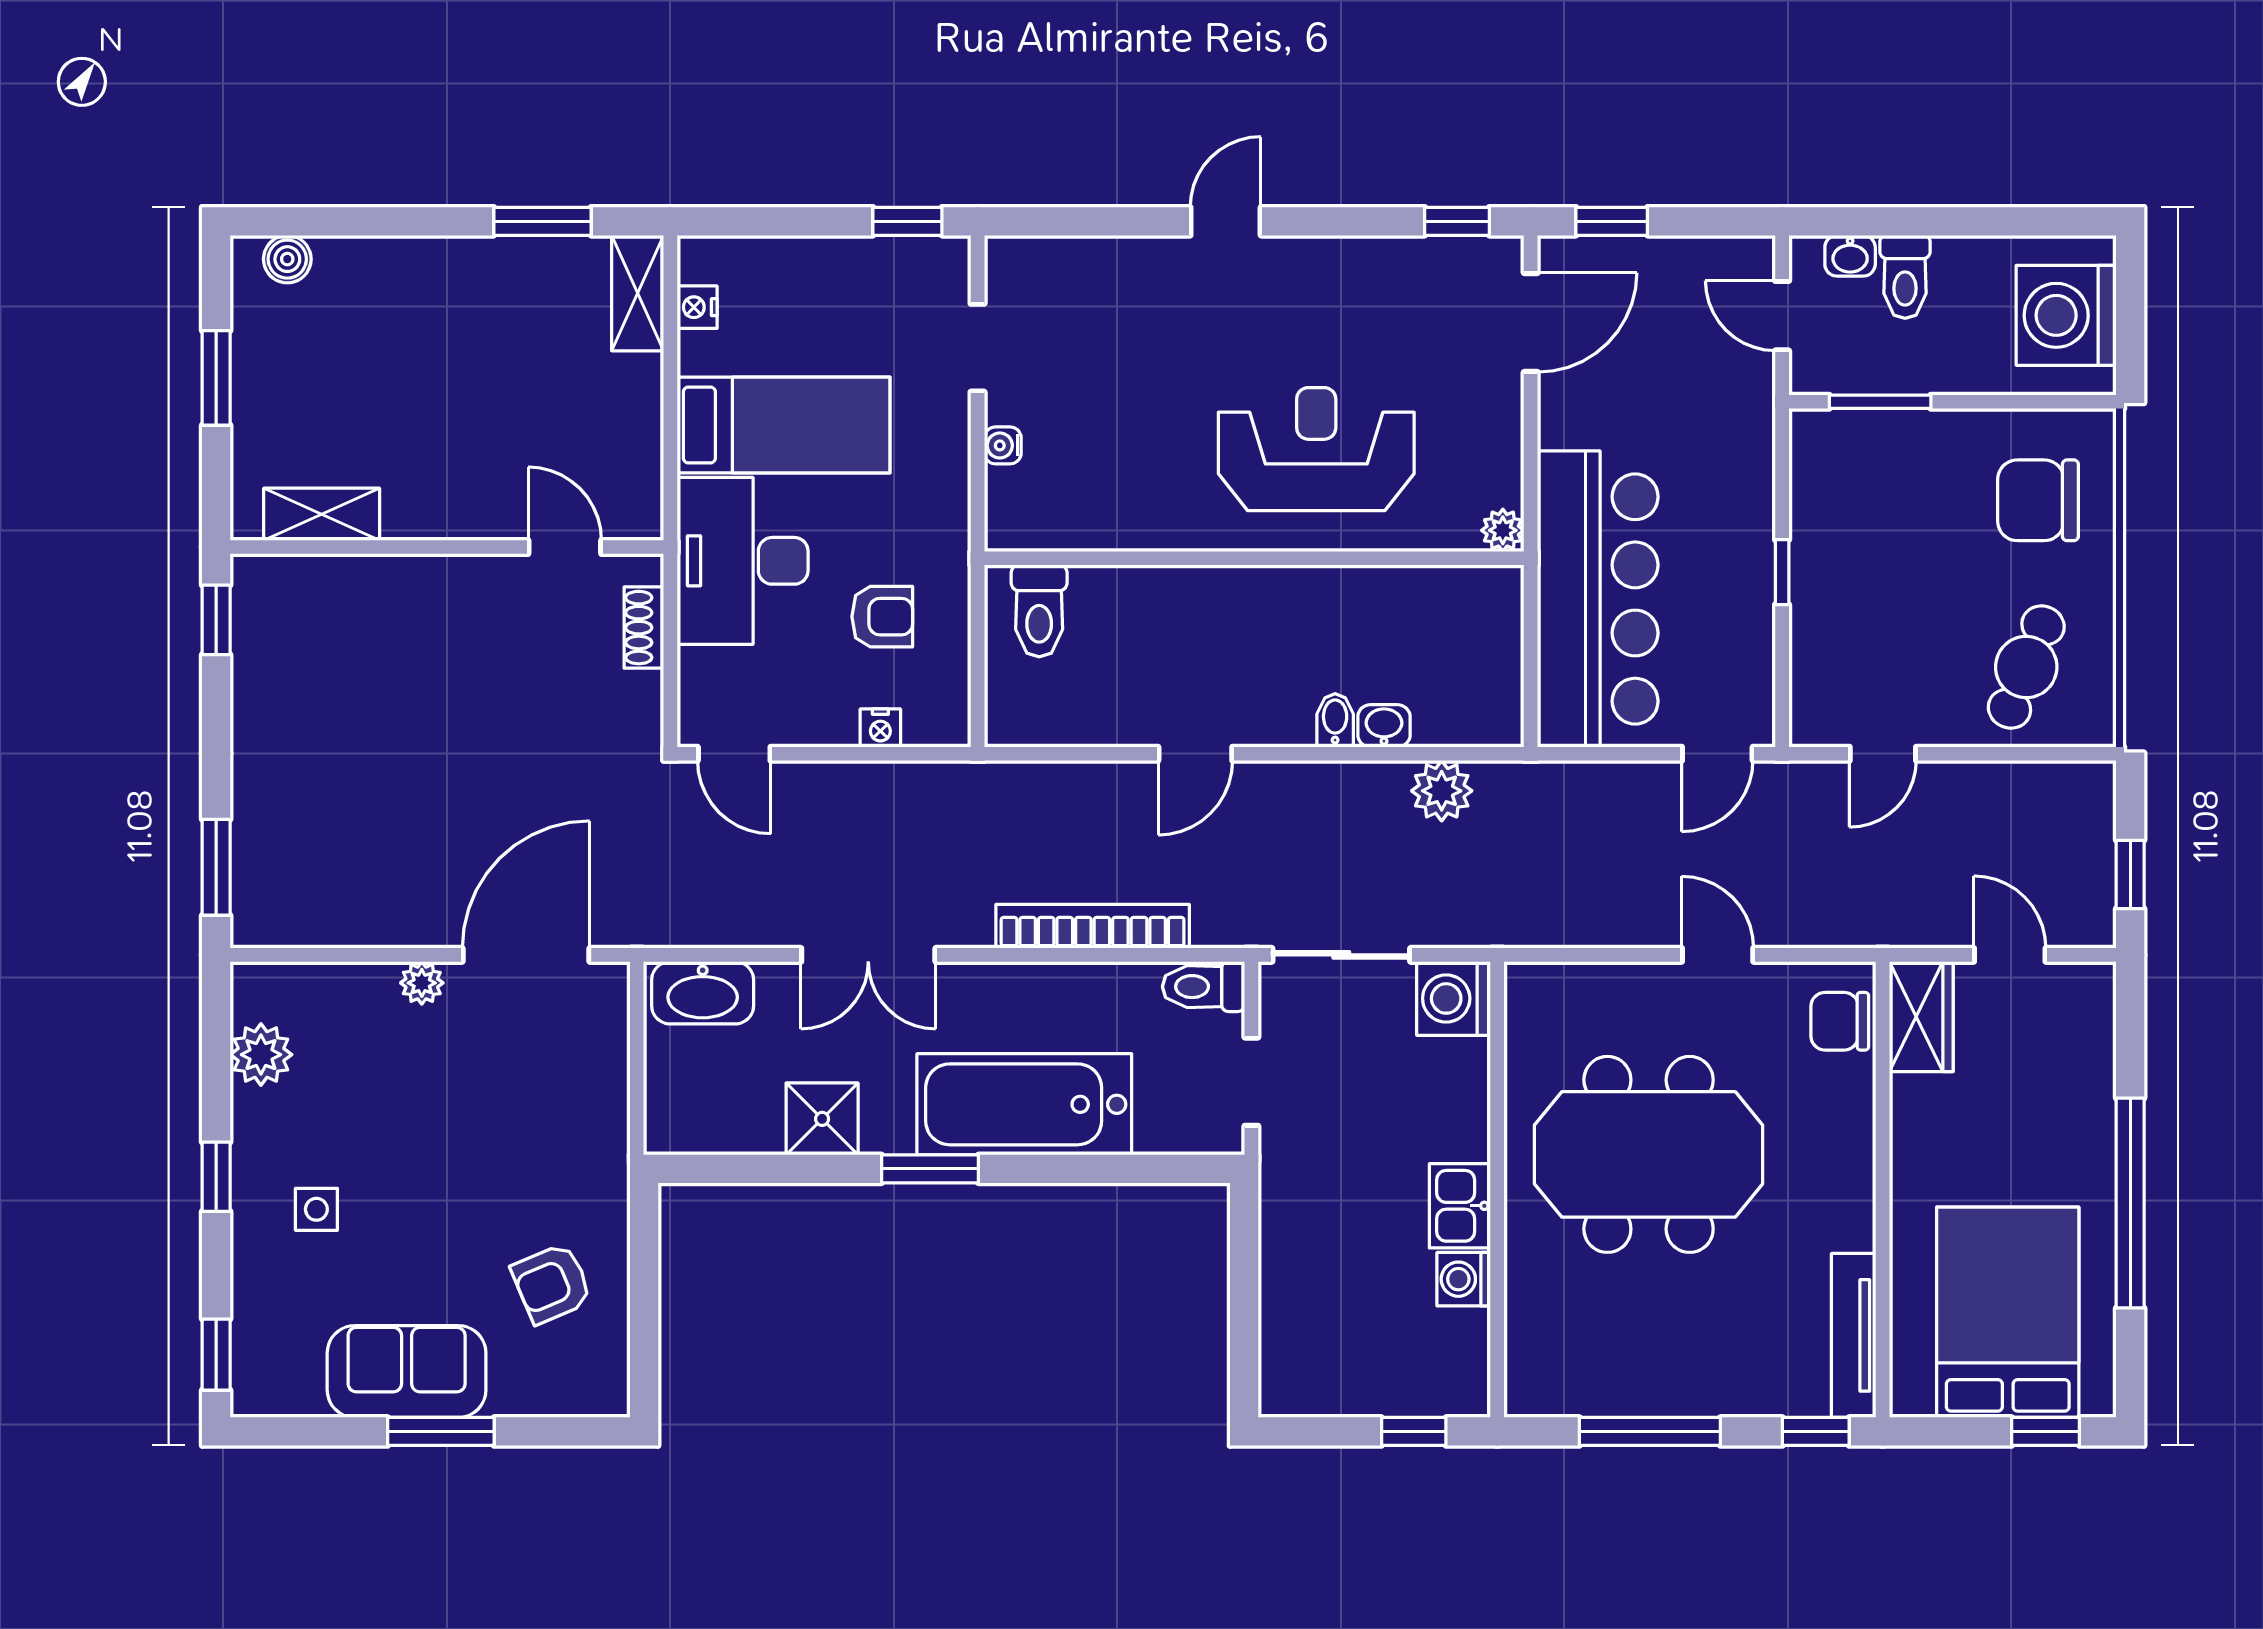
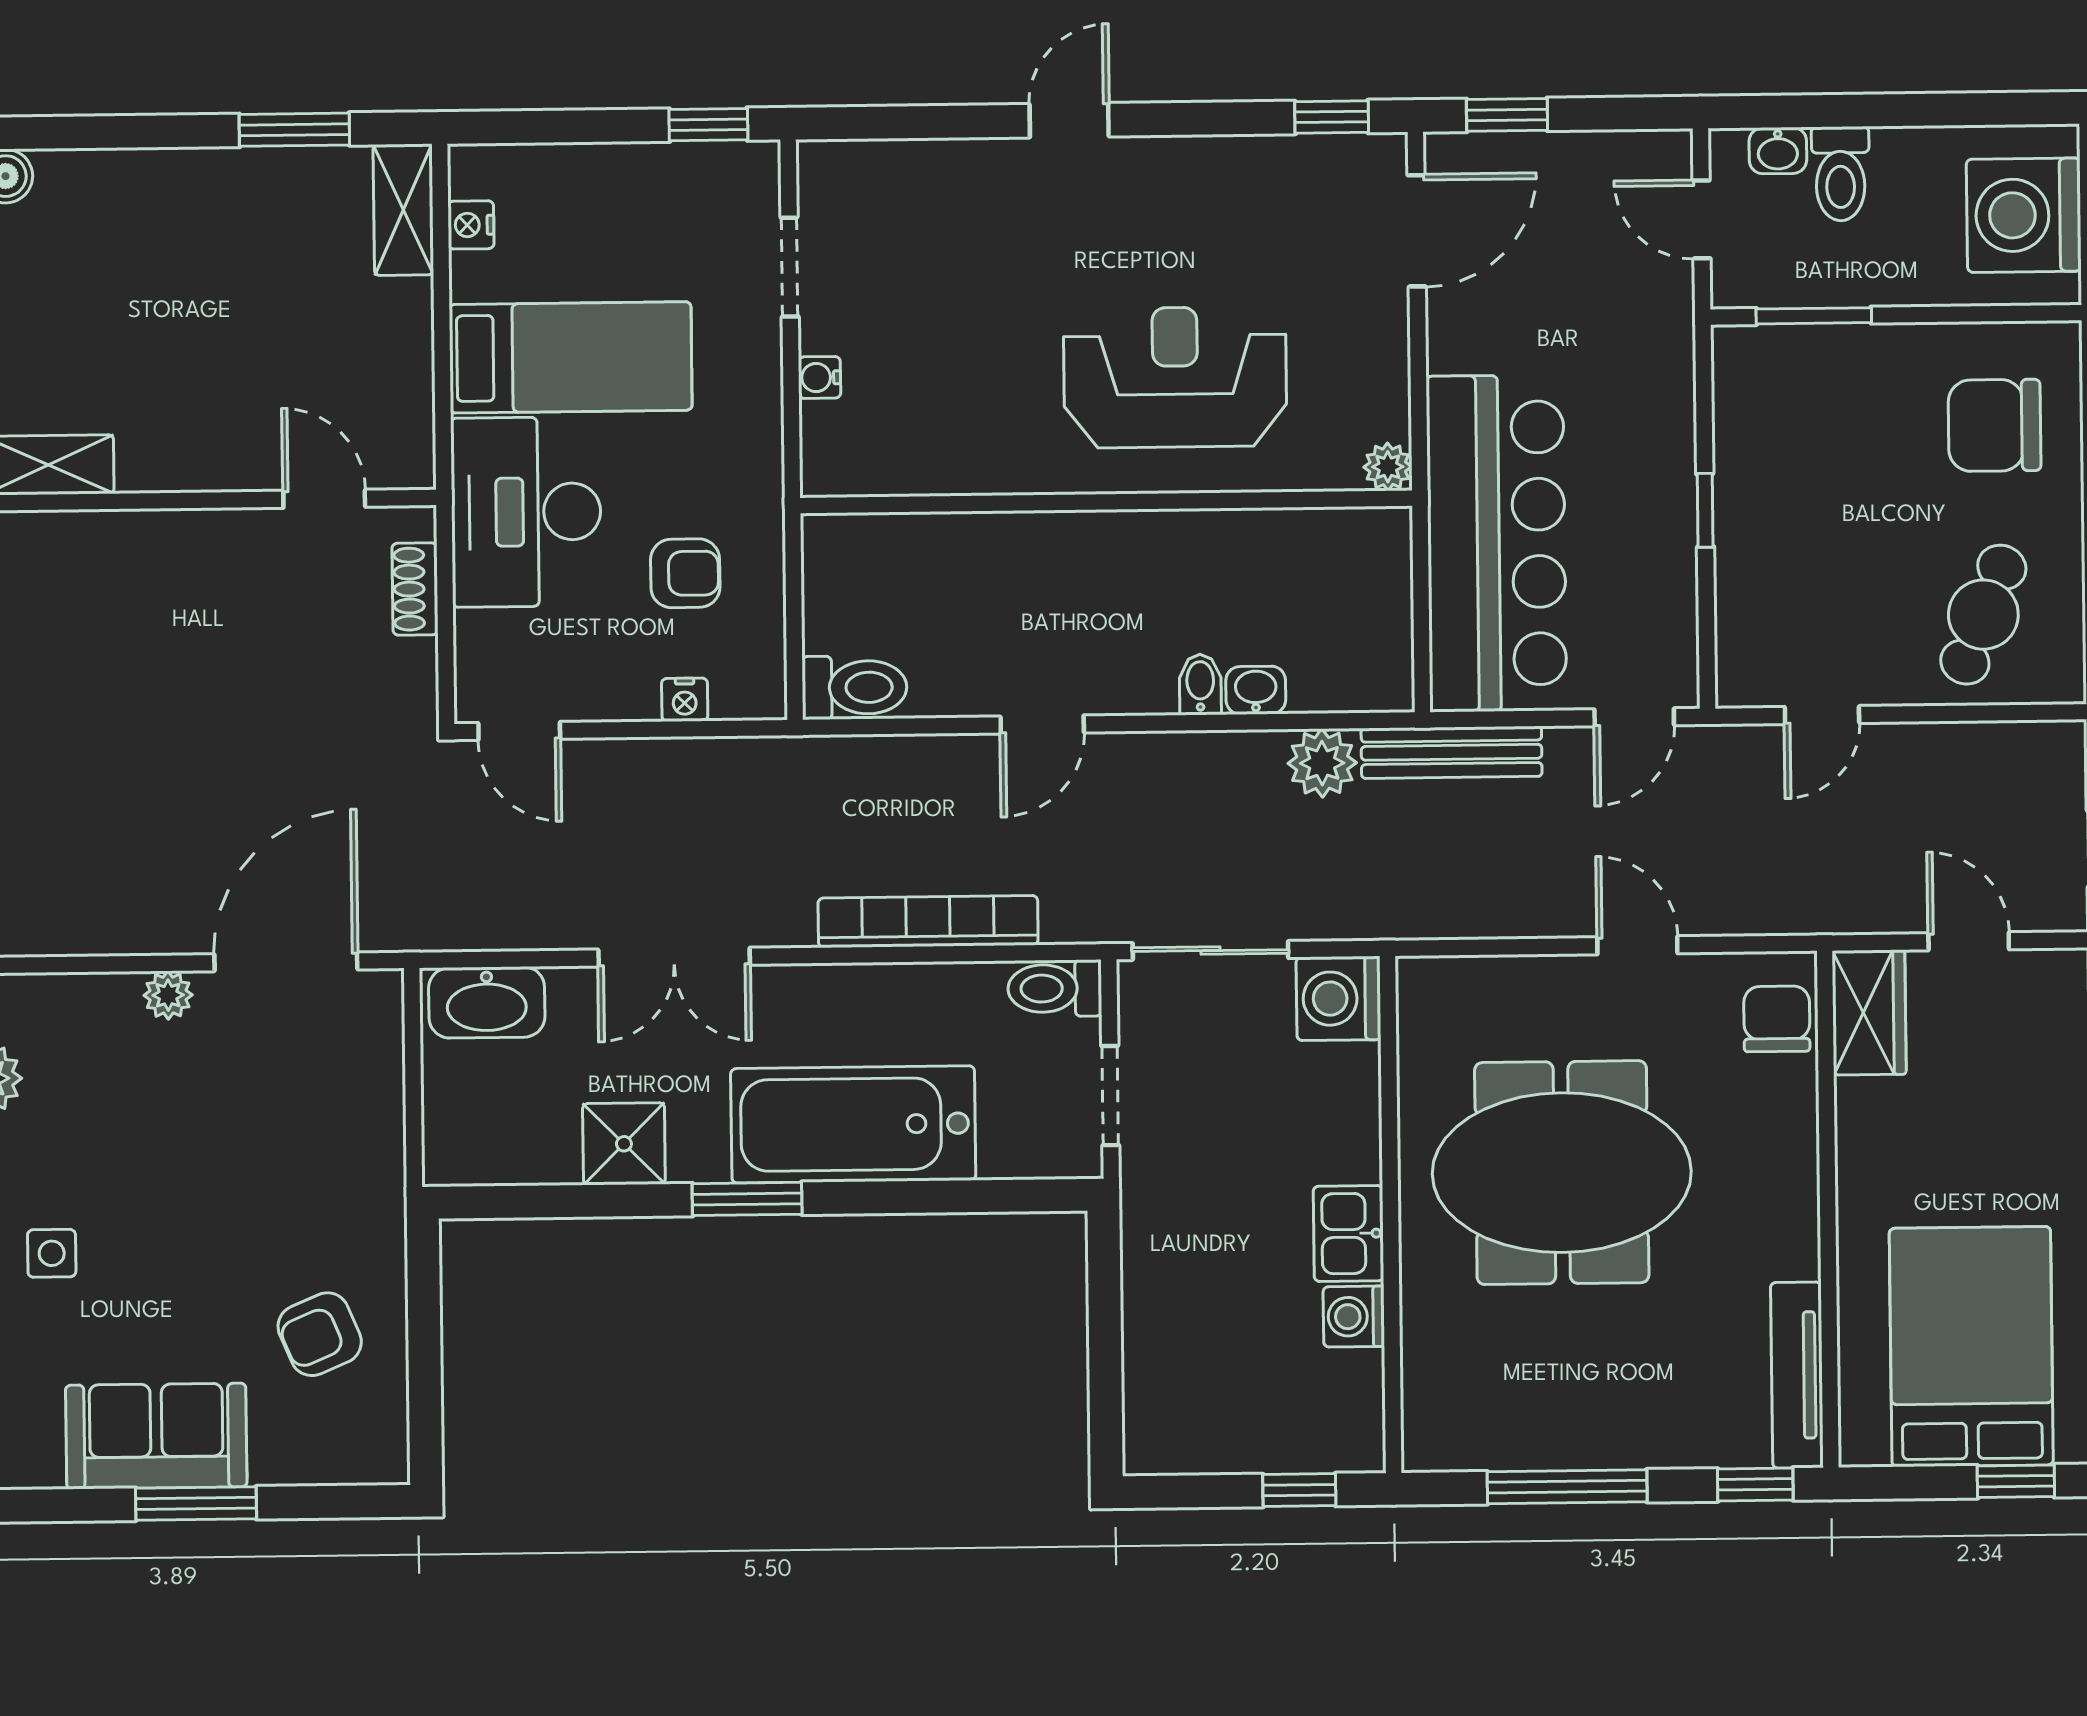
toilet: (1039, 611) -> (855, 687), moved, turned -90
bench: (1556, 783) -> (1452, 752), added
chair: (1840, 1021) -> (1777, 1019), turned 90

